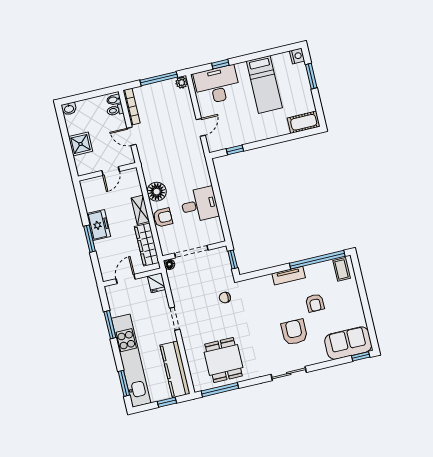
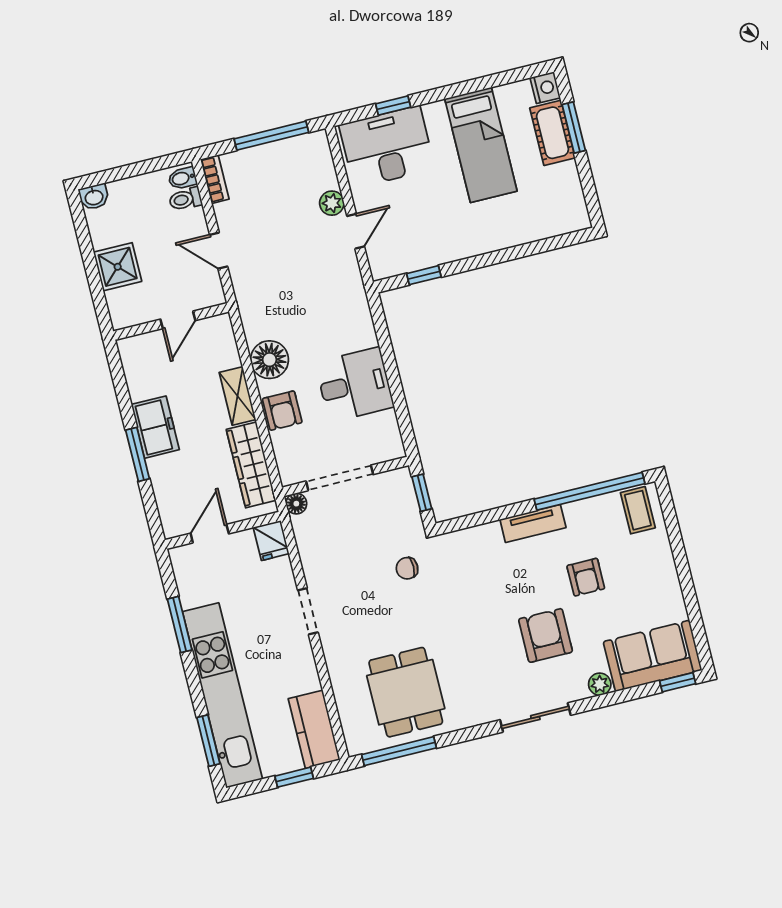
plant: (182, 83) -> (332, 203), moved
bookcase: (131, 107) -> (215, 179), width x0.64
cot: (304, 122) -> (553, 133), moved, turned 90
armchair: (163, 217) -> (282, 411), turned 90
plant: (321, 357) -> (600, 684), added
kitchen counter: (175, 369) -> (314, 729), width x0.67

